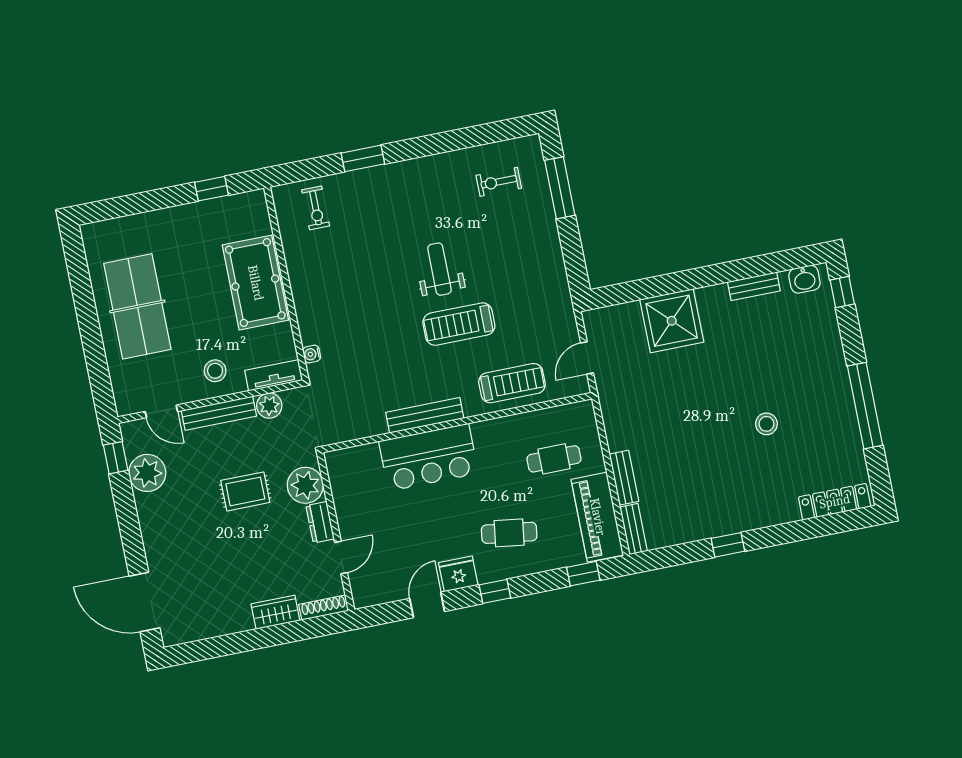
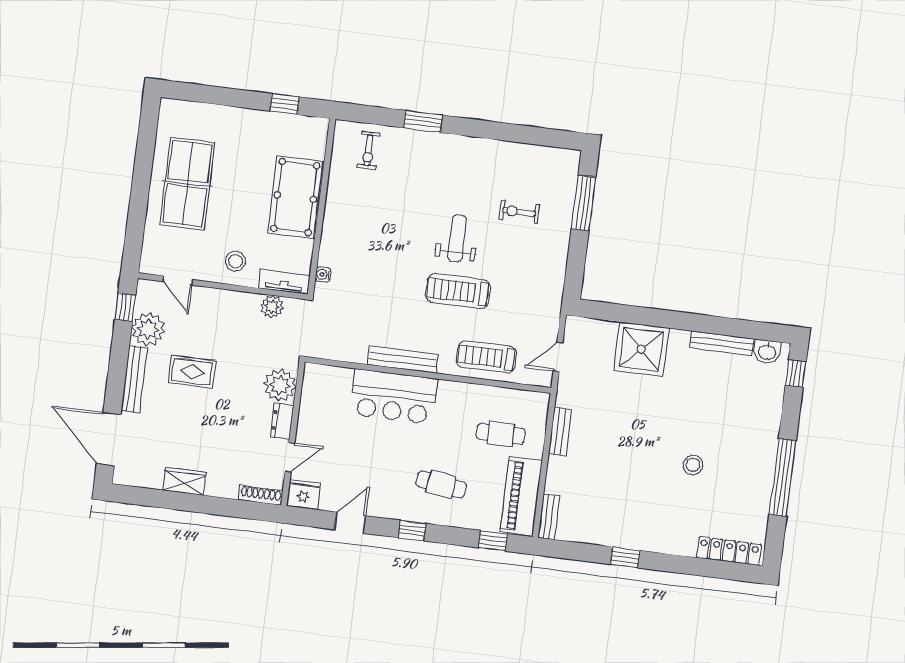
exercise bike: (499, 182) -> (519, 212), moved
bench: (754, 286) -> (722, 343), width x1.36
treadmill: (512, 383) -> (486, 357), turned 180
bench: (219, 413) -> (134, 379), moved, turned 90
bench: (624, 478) -> (560, 431), moved
rug: (245, 491) -> (192, 372), moved
fridge: (458, 574) -> (304, 495), moved
wardrobe: (275, 612) -> (184, 481), moved

